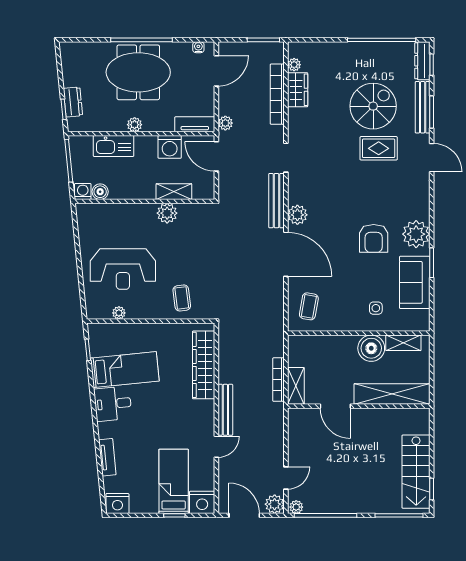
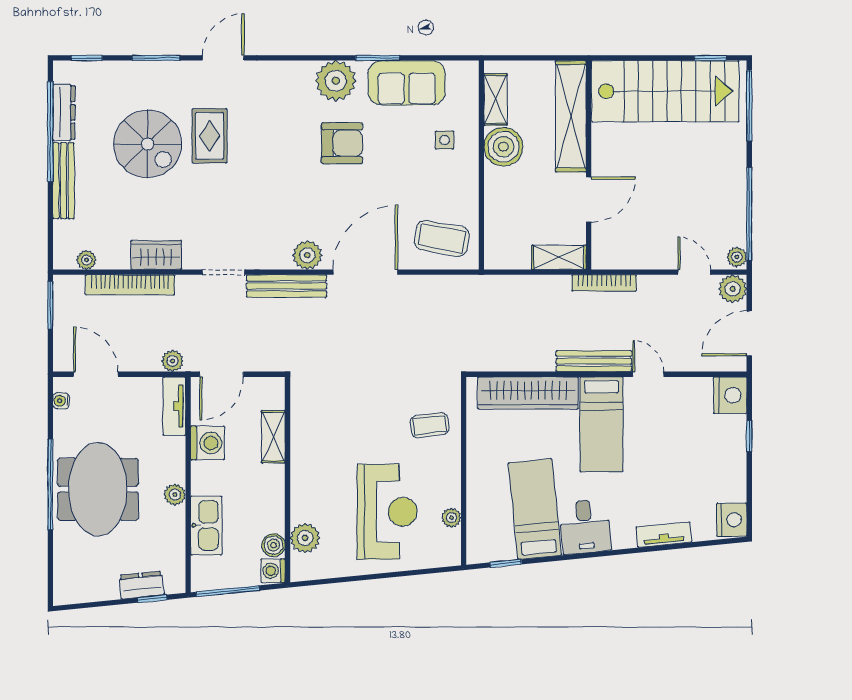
dresser: (422, 61) -> (64, 112), moved, turned -90
wardrobe: (298, 90) -> (156, 255), moved
spiral stairs: (373, 106) -> (148, 144), turned 180
bench: (423, 107) -> (64, 181), moved, turned 90
plant: (167, 213) -> (305, 538), moved
coffee table: (309, 306) -> (442, 238), width x1.36, depth x1.30
bookcase: (278, 380) -> (604, 283), moved
stairs: (416, 472) -> (665, 91), width x1.36, depth x1.51
bed: (174, 481) -> (602, 424), moved, turned -90

